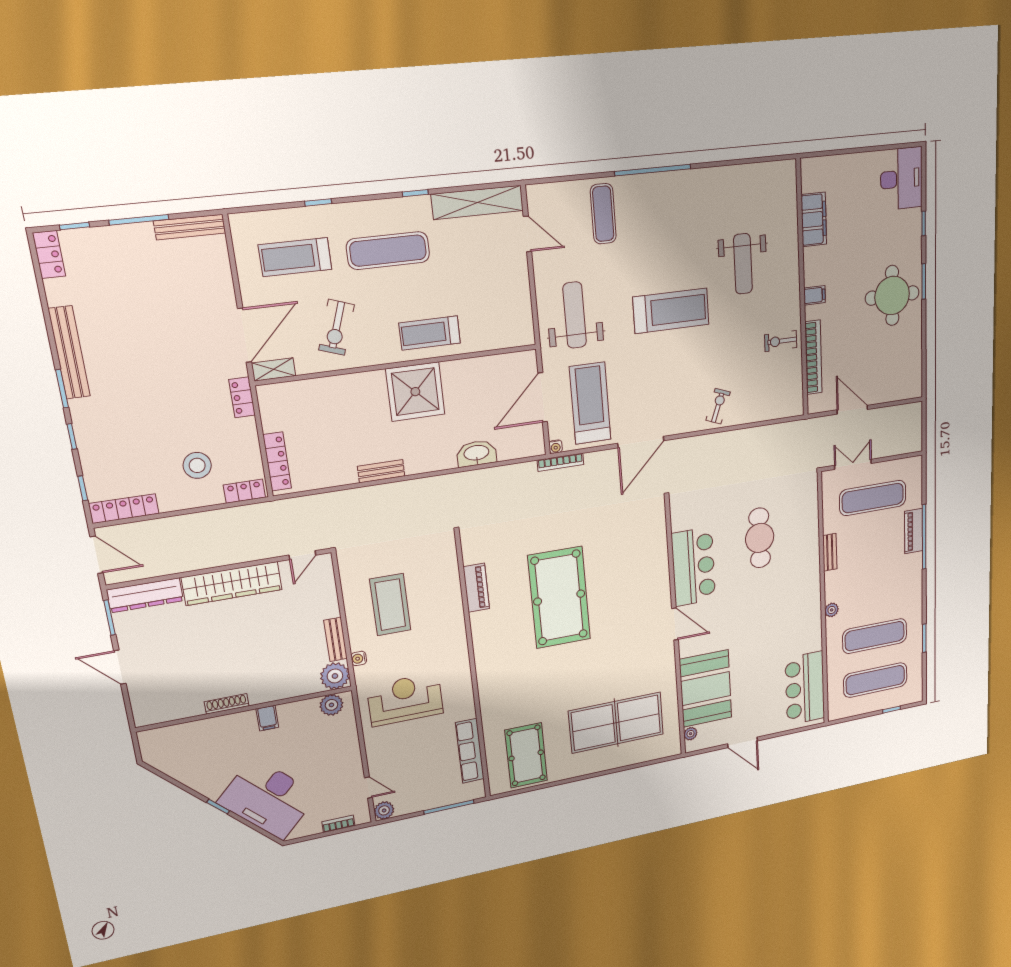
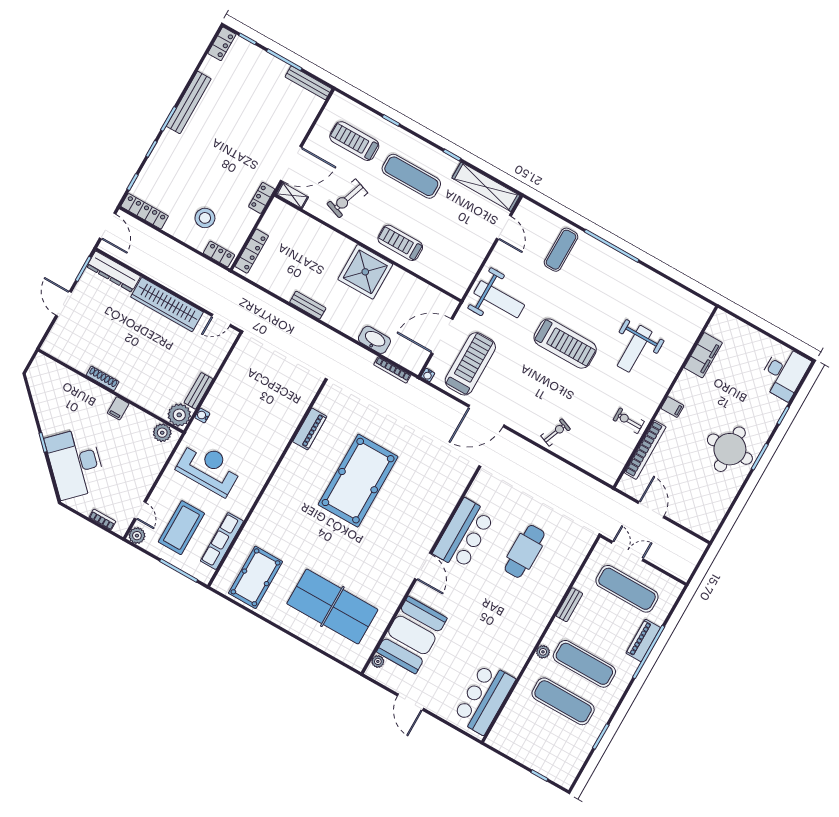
weight bench: (575, 315) -> (499, 299), turned 90
bookcase: (560, 462) -> (392, 370), moved
coffee table: (390, 605) -> (181, 528), moved
exercise mat: (875, 680) -> (584, 664), moved

